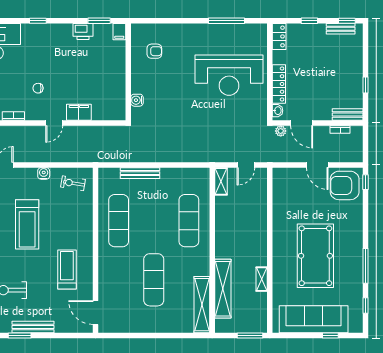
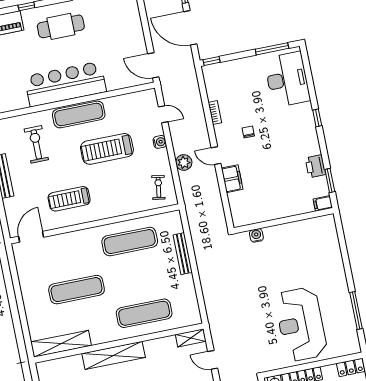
armchair: (154, 51) -> (310, 243), removed
plant: (54, 155) -> (184, 162), added
water cooler: (44, 173) -> (160, 142), moved
treadmill: (67, 270) -> (69, 199), turned 180
shelving: (223, 289) -> (114, 355), moved

